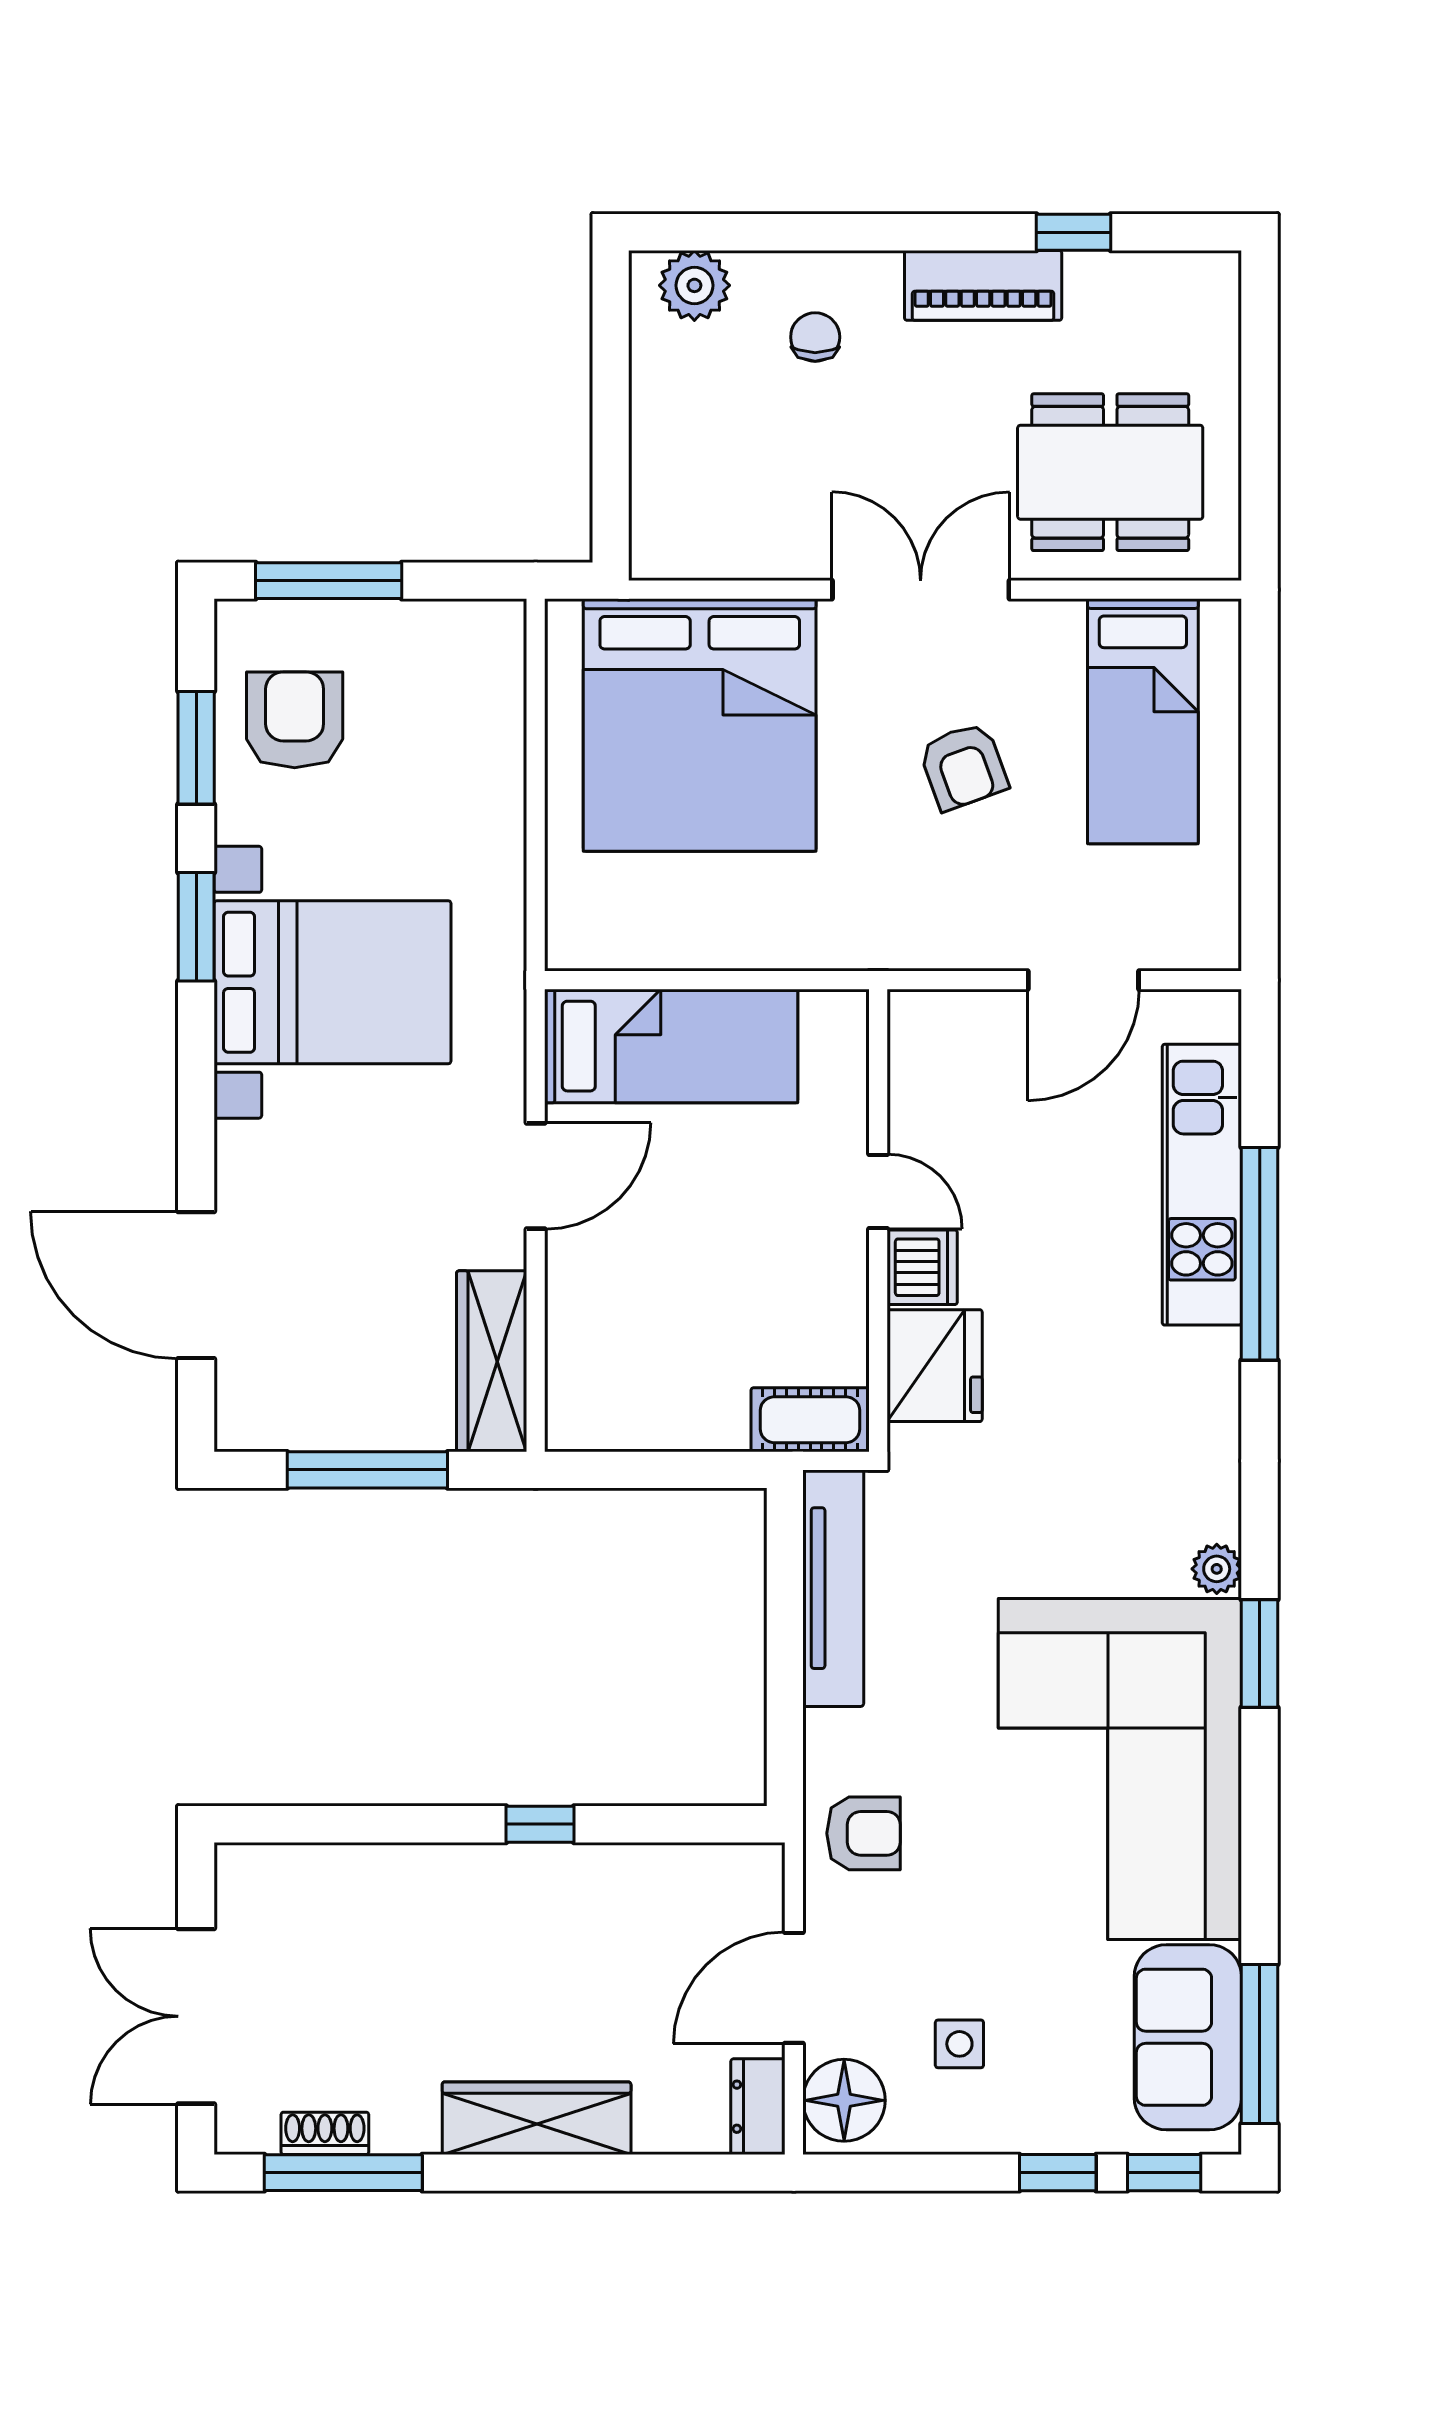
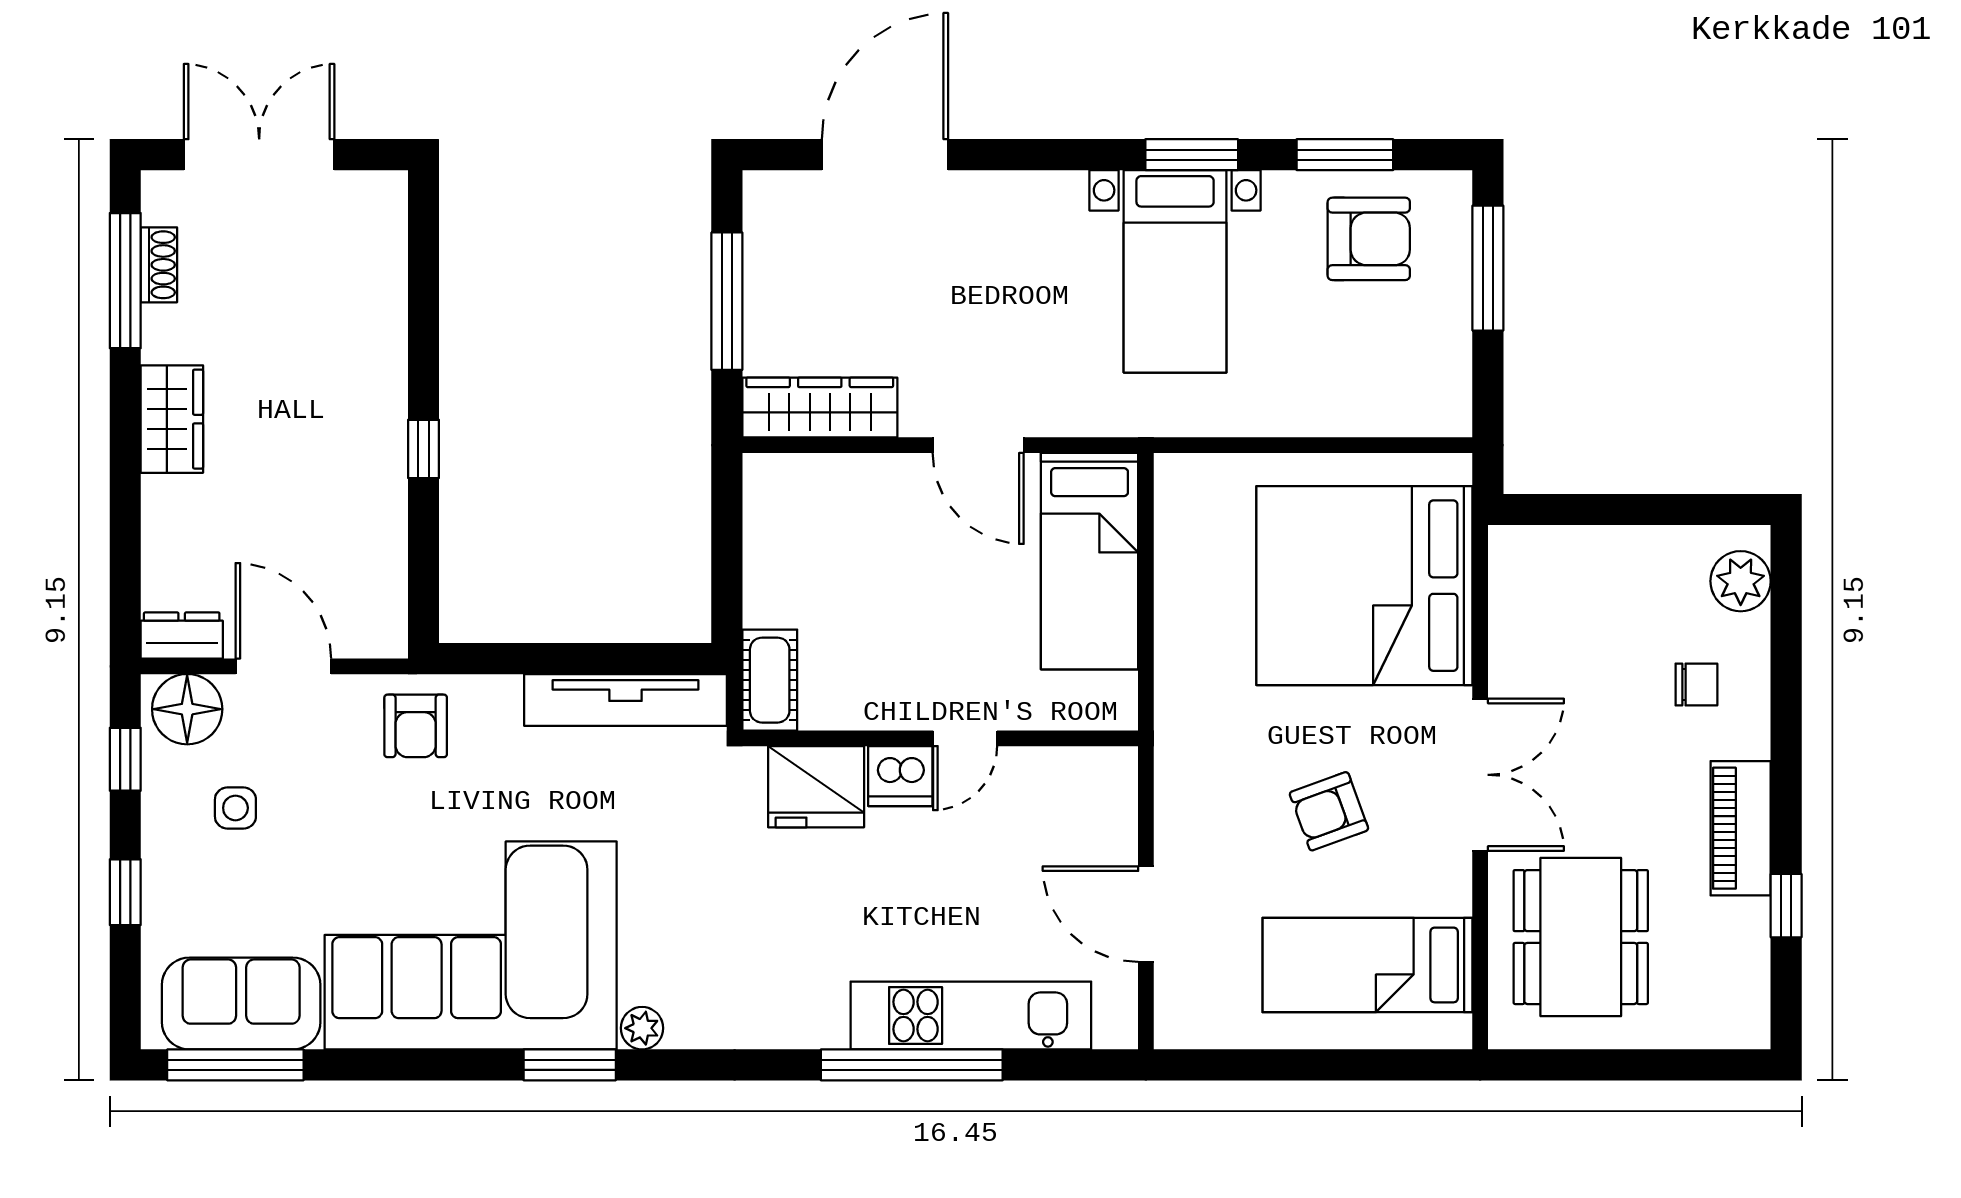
bed with nightstands: (333, 982) -> (1175, 271), width x0.73
wardrobe: (537, 2118) -> (172, 419), width x0.67
window: (1164, 2173) -> (125, 759), moved

